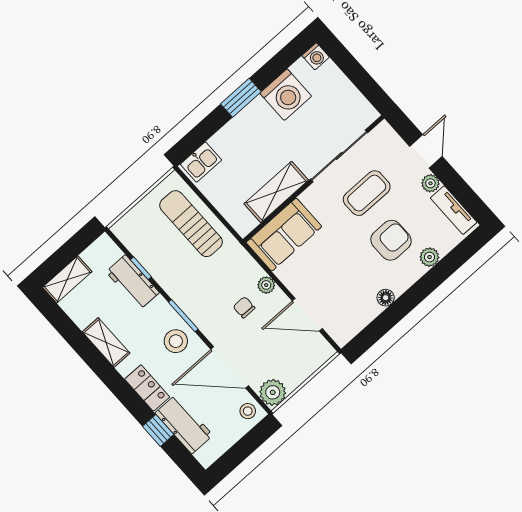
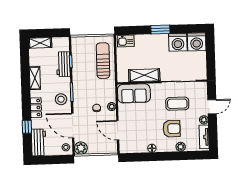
washing machine: (316, 56) -> (197, 42), width x1.89, depth x1.89
workbench: (184, 424) -> (39, 142), moved

